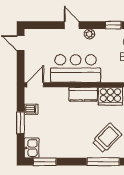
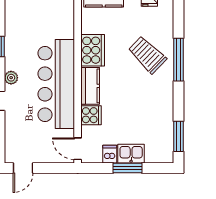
bar counter: (76, 68) -> (56, 84), width x1.36
cooker: (61, 95) -> (91, 115), added
kitchen sink: (32, 148) -> (131, 154), moved

